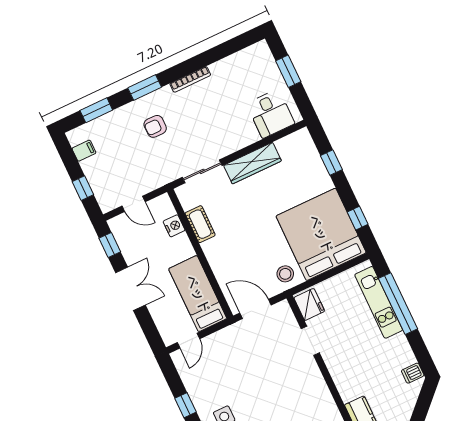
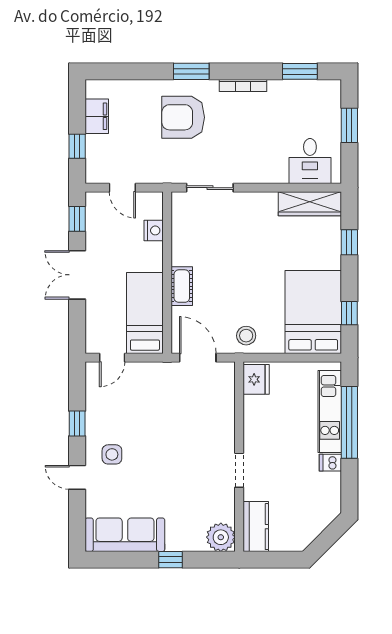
window: (96, 110) -> (300, 71), moved
armchair: (155, 126) -> (183, 117), width x1.88, depth x1.88
filing cabinet: (84, 151) -> (97, 116), width x2.00
wardrobe: (252, 163) -> (310, 204), moved
cot: (200, 224) -> (182, 286), moved
bed: (321, 234) -> (313, 312), width x0.73
double door: (131, 289) -> (77, 275), swing flipped
doorway: (310, 341) -> (239, 470), moved
dishwasher: (413, 373) -> (330, 463), moved

